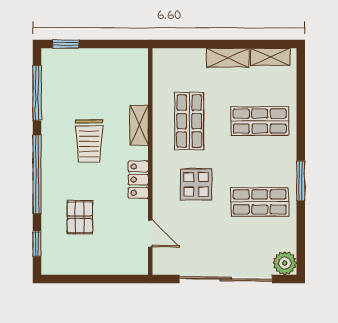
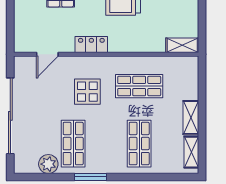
shelving: (139, 125) -> (182, 45), moved
plant: (285, 263) -> (48, 164), moved

